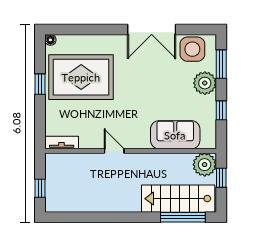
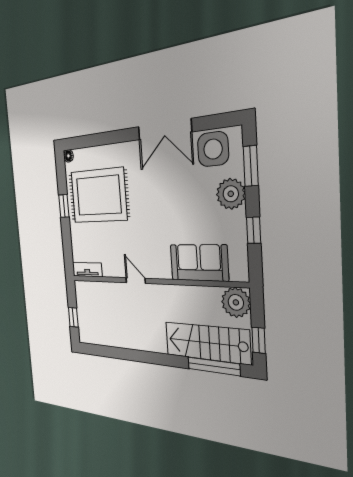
window: (221, 178) -> (259, 340), moved

